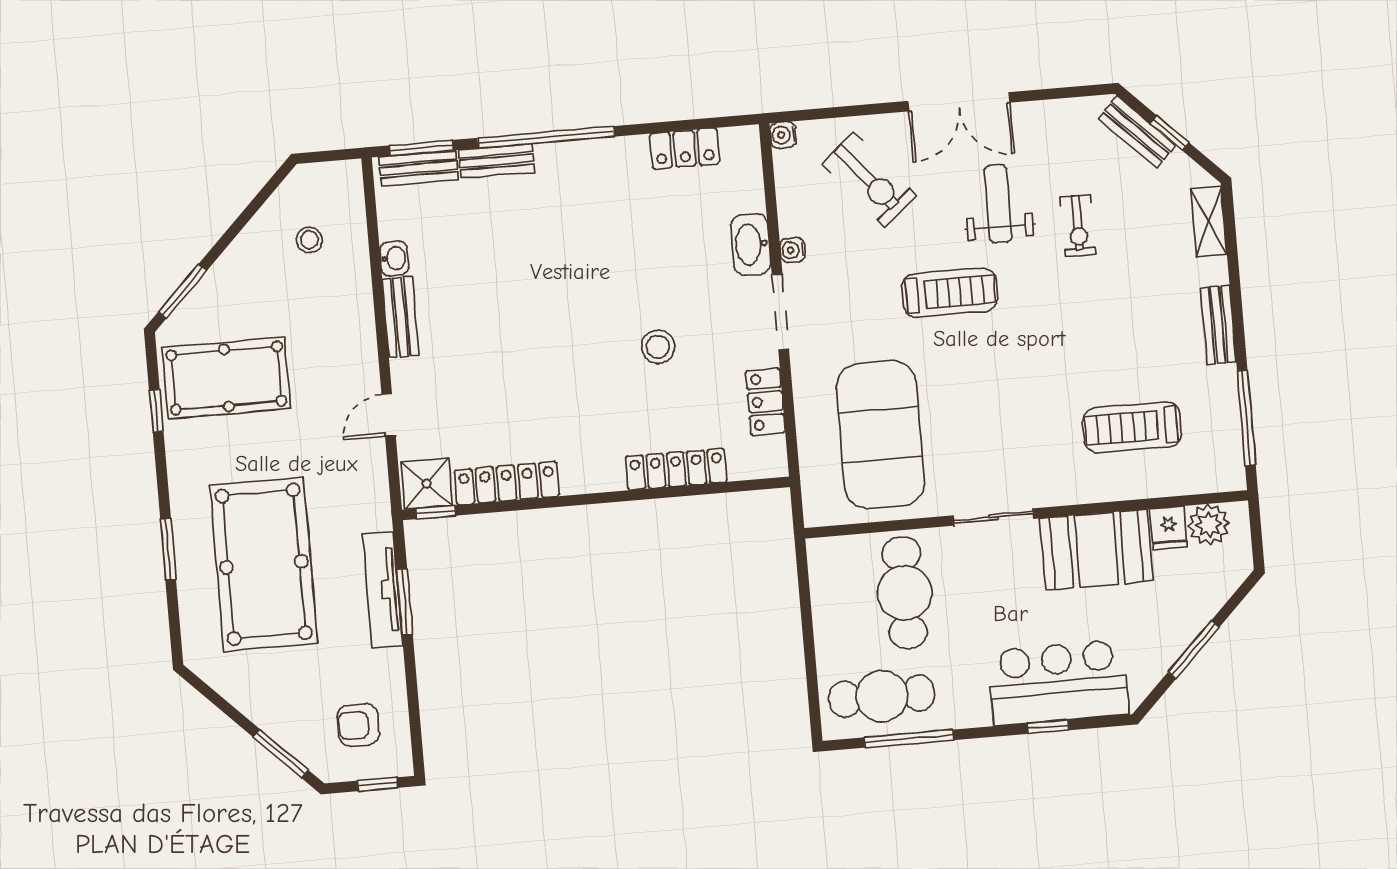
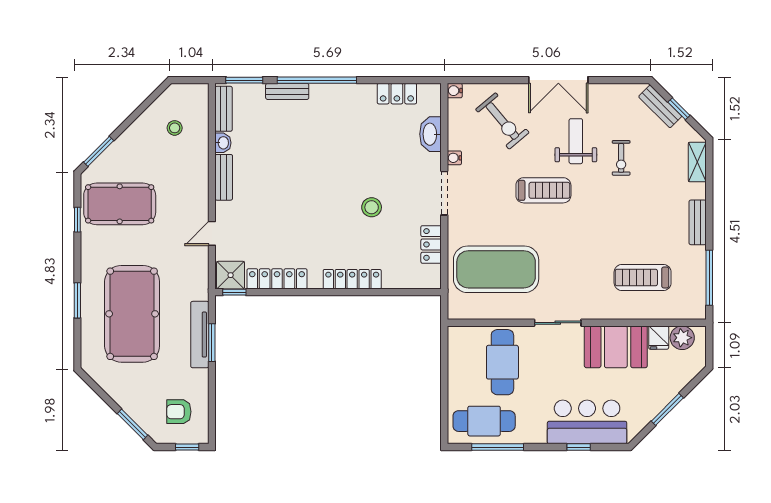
bench: (419, 168) -> (224, 109), moved, turned 90
washbasin: (751, 244) -> (430, 134), moved
exercise mat: (880, 435) -> (496, 269), turned 90
locker: (676, 469) -> (352, 279), moved

